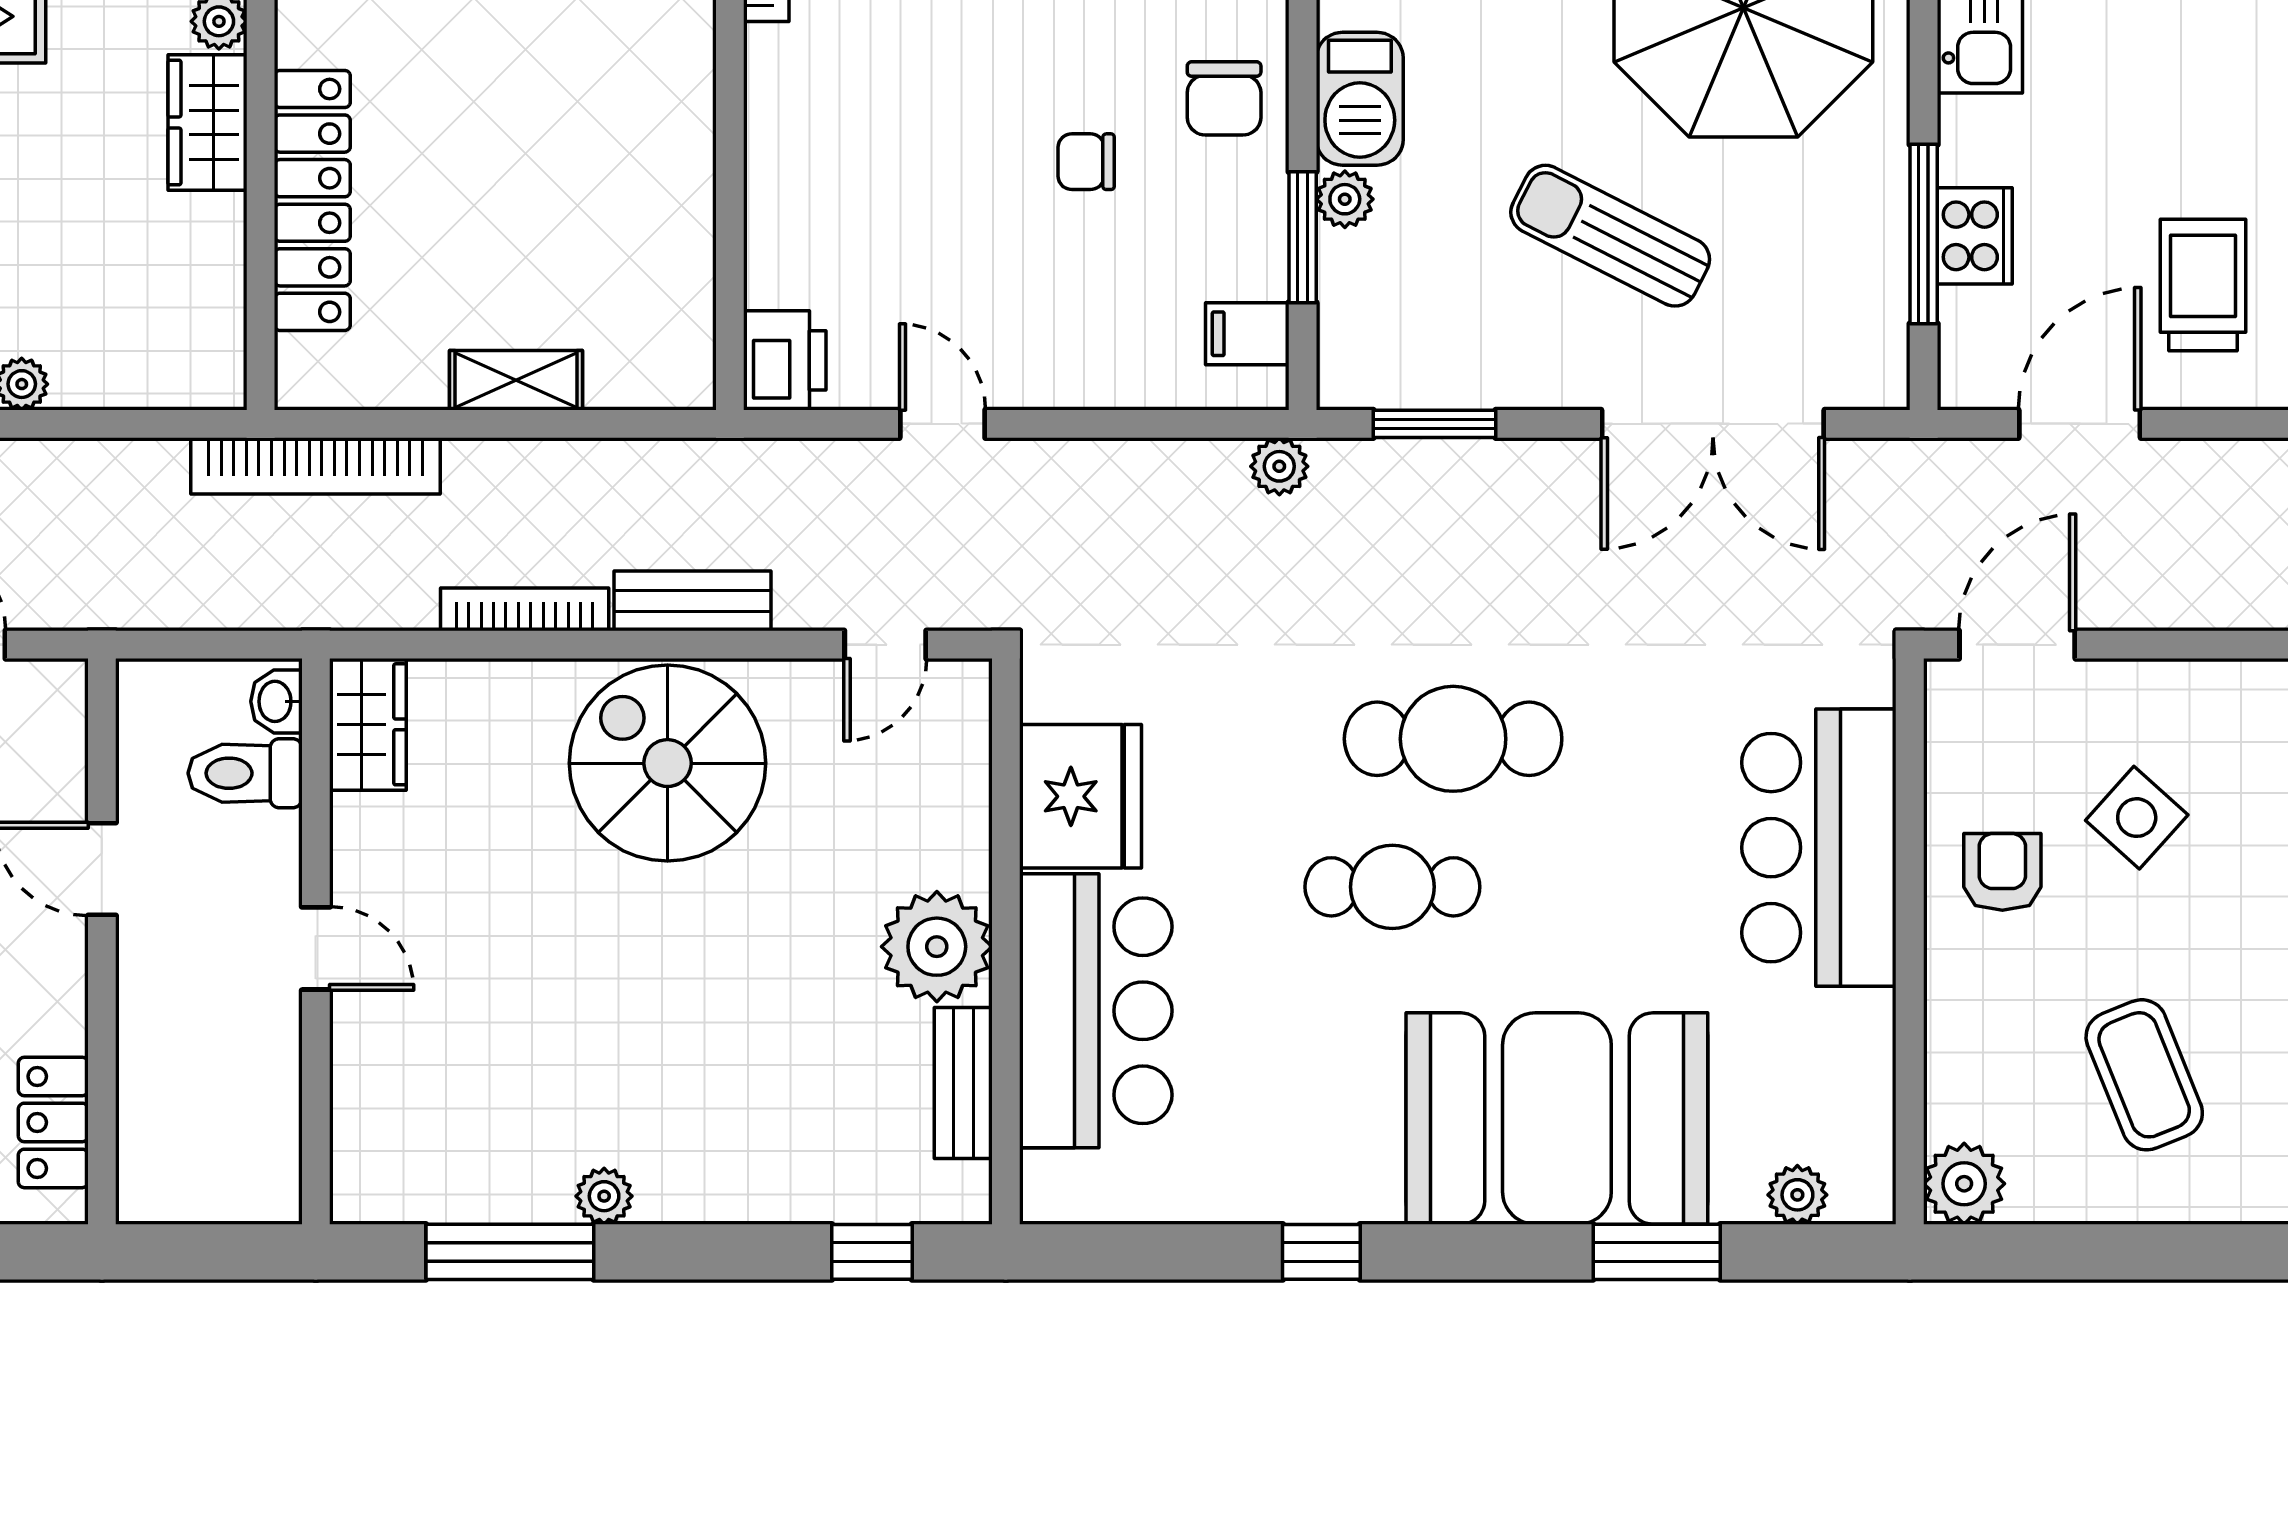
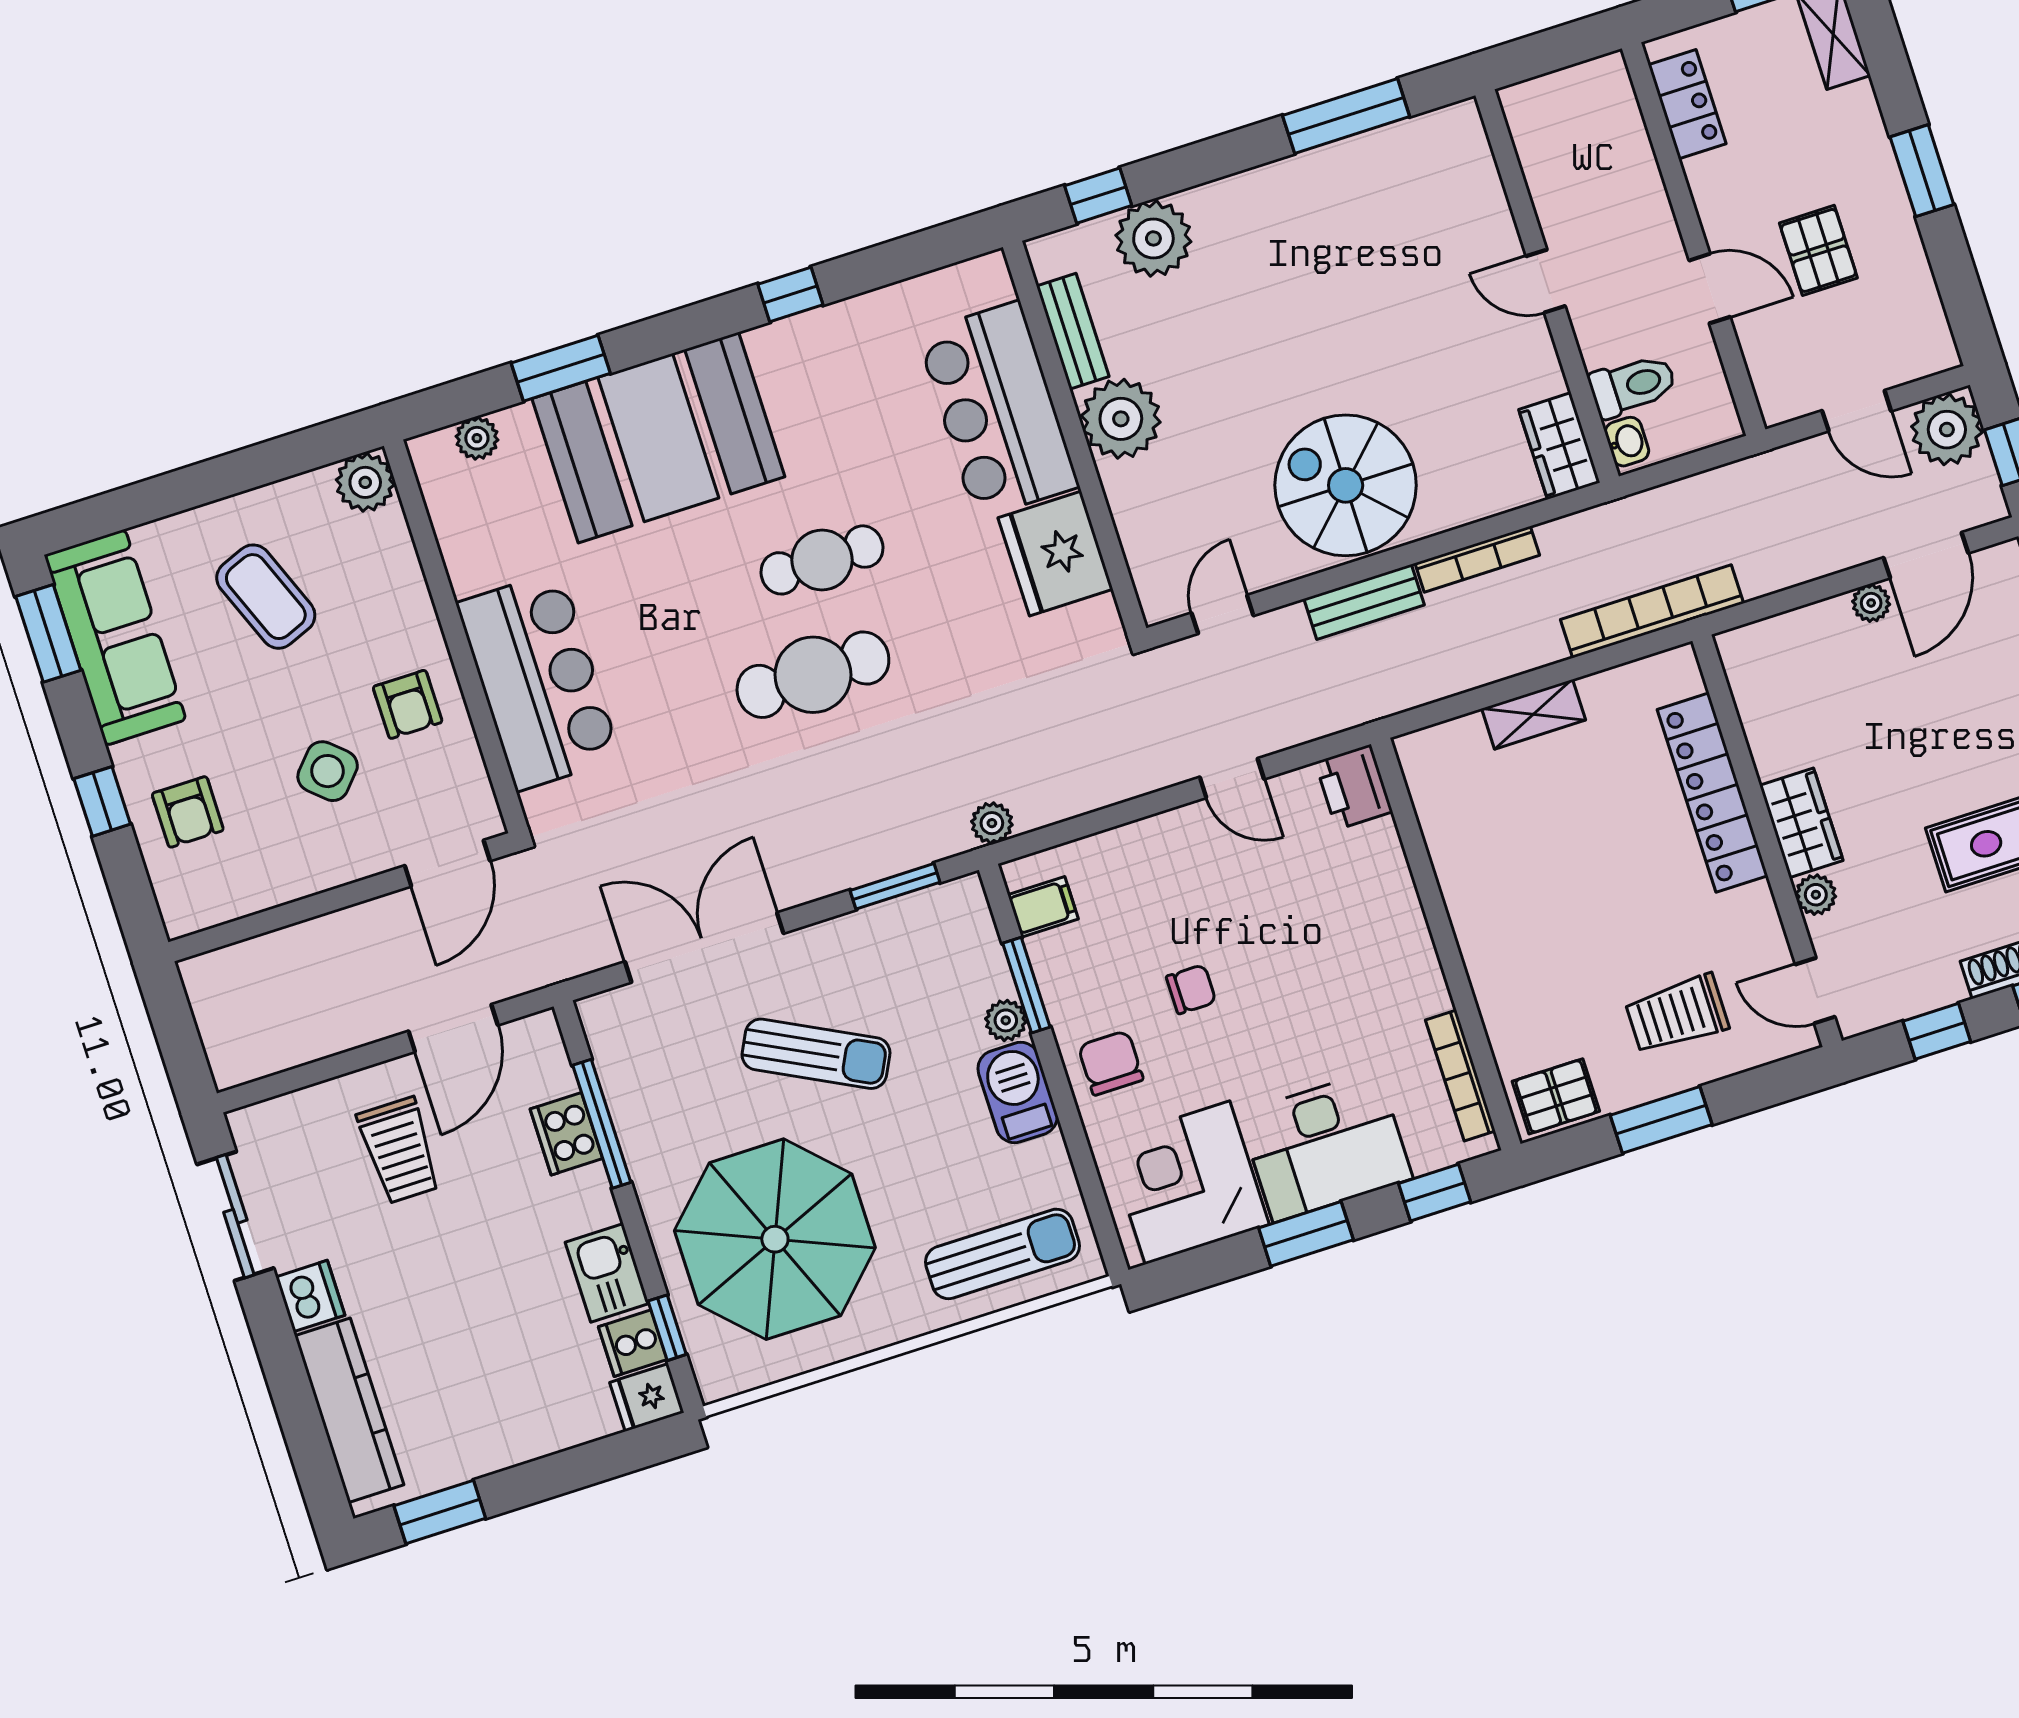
spiral stairs: (668, 763) -> (1346, 485), turned 180
plant: (604, 1196) -> (1153, 238), moved, width x1.87, depth x1.87

